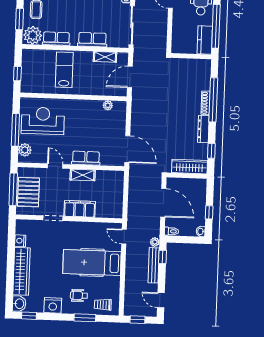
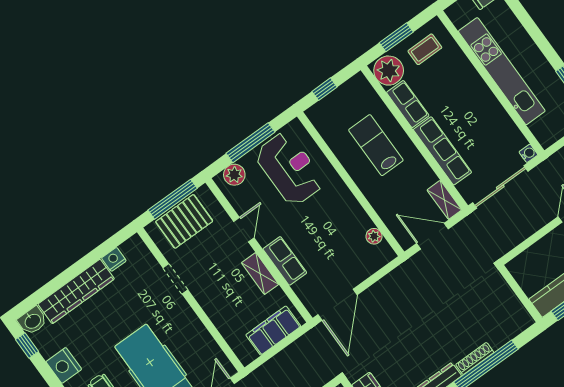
row of seats: (92, 40) -> (442, 151), width x1.48
shelving: (105, 57) -> (444, 200), moved
lab bench: (64, 70) -> (376, 145), turned -90
filing cabinet: (80, 209) -> (273, 331), moved, turned -90

